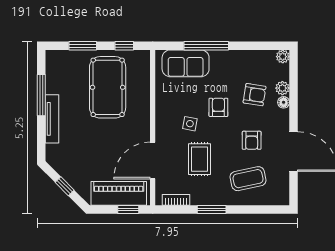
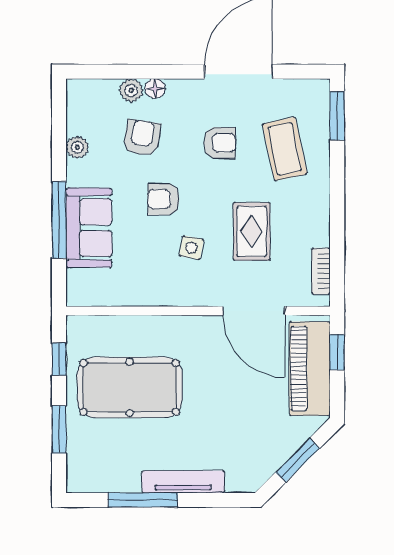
plant: (283, 57) -> (77, 147), moved
sofa: (186, 63) -> (89, 228), moved
rug: (199, 159) -> (252, 231), turned 90
window: (65, 186) -> (298, 460), width x1.50
window: (212, 209) -> (337, 116), moved

